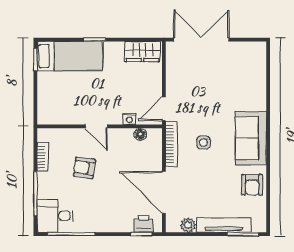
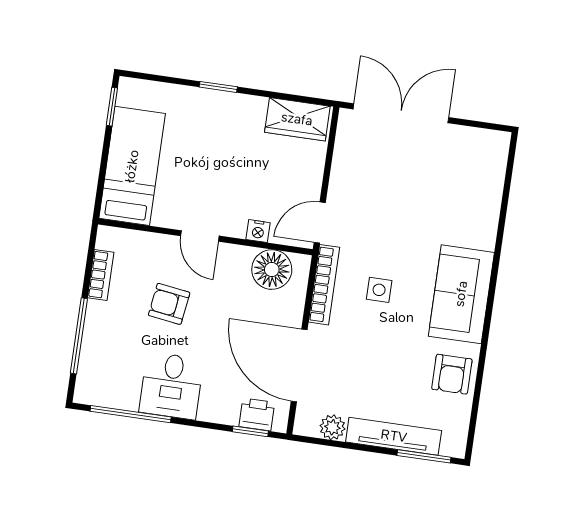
bed: (70, 56) -> (132, 166), moved, turned -90
floor lamp: (140, 134) -> (272, 270), width x1.89, depth x1.89
desk: (55, 216) -> (171, 386), moved, turned -90

